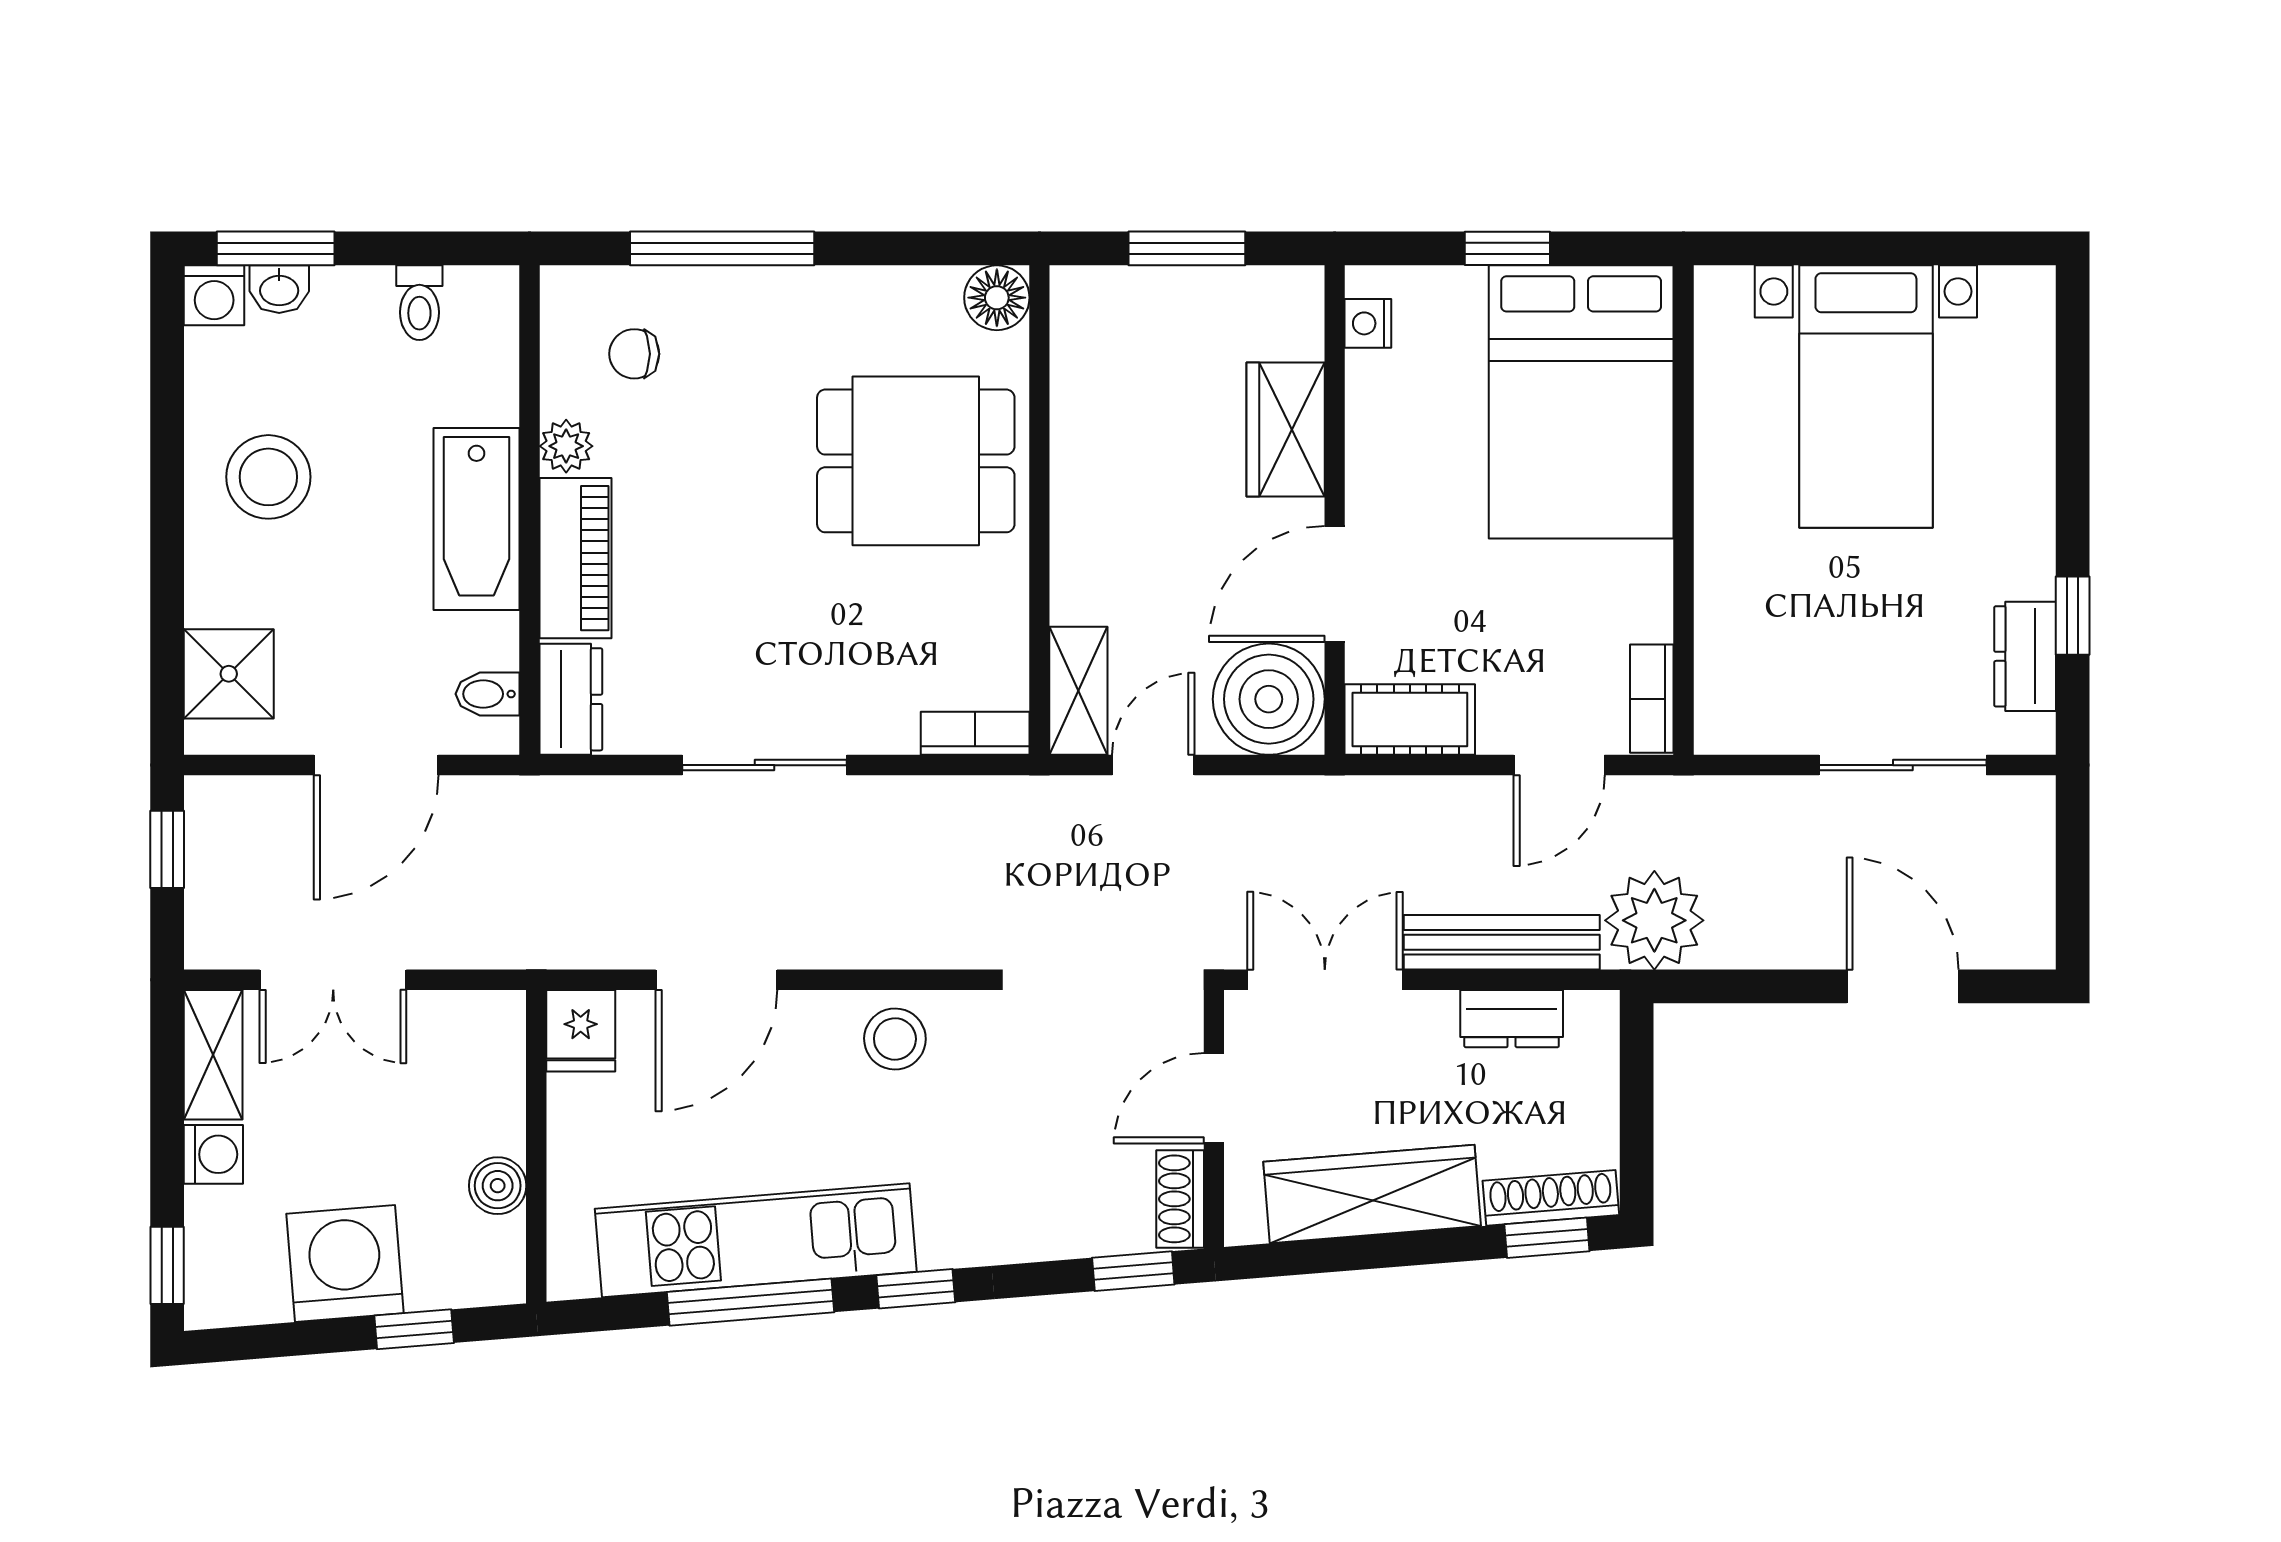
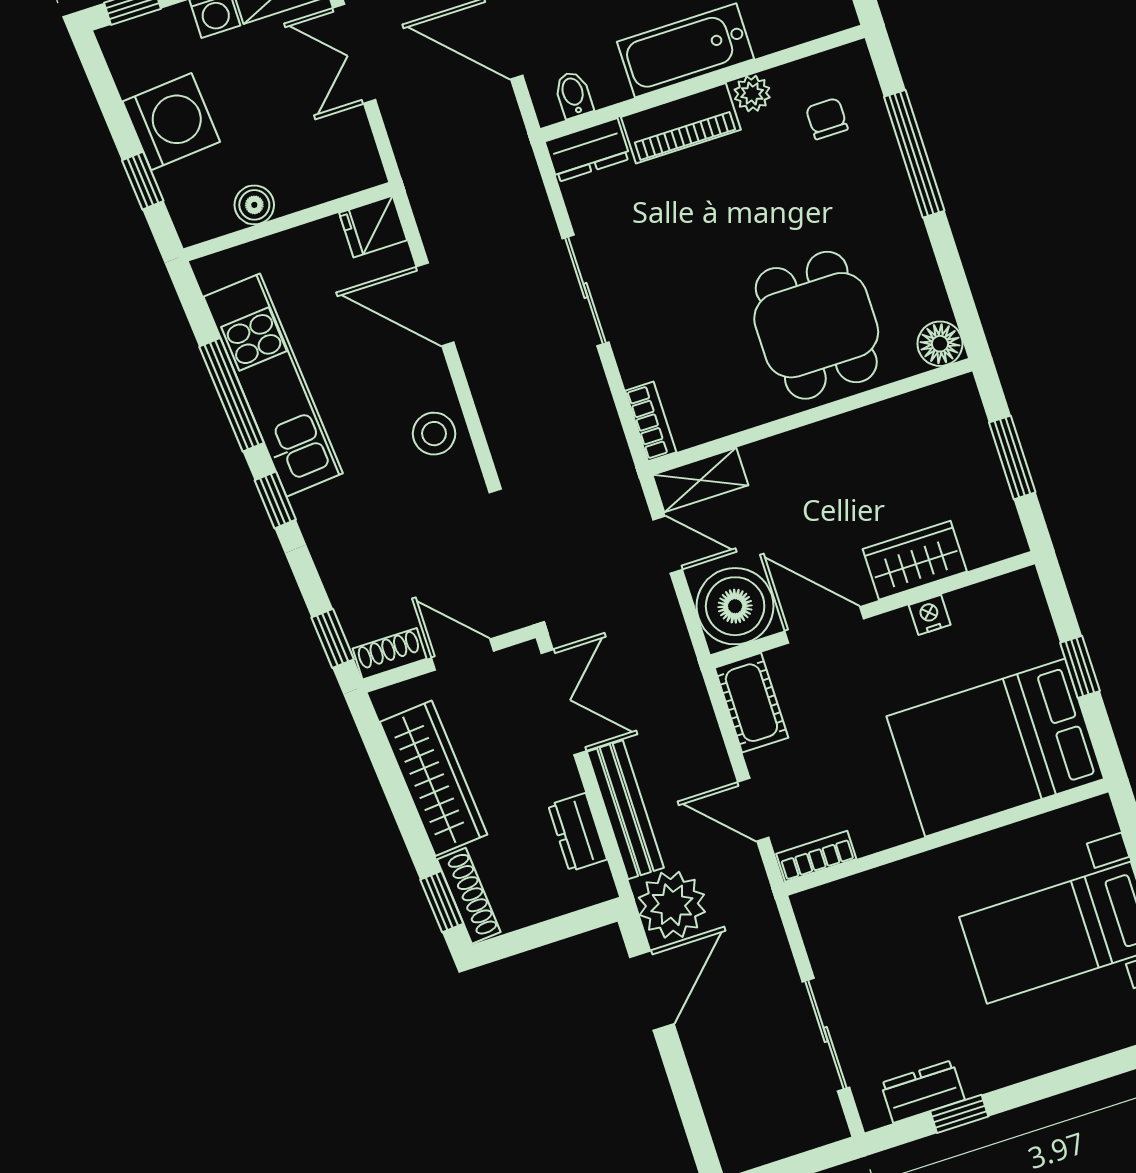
nightstand: (1368, 323) -> (930, 615), moved
door: (1903, 986) -> (652, 991), moved

